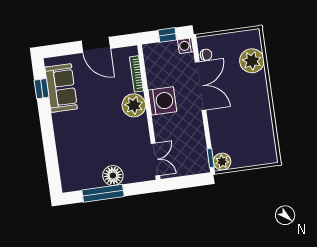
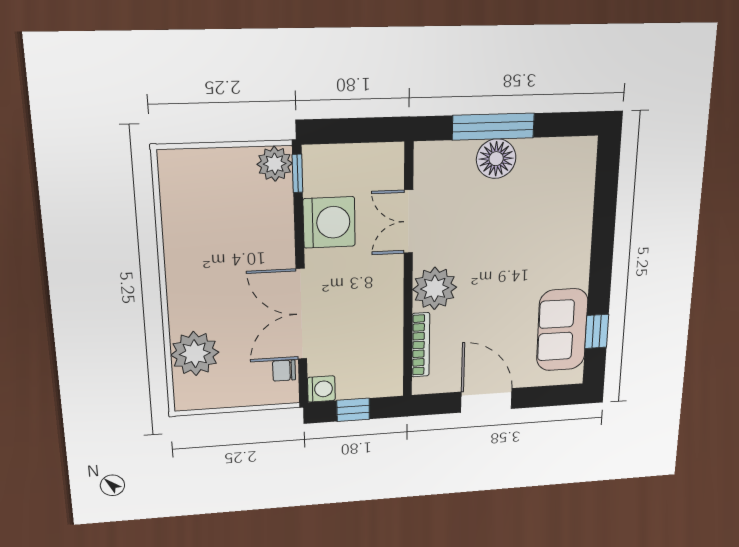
washing machine: (162, 101) -> (329, 222), moved, turned 180
double door: (155, 159) -> (408, 222), moved
window: (103, 193) -> (493, 127), moved

